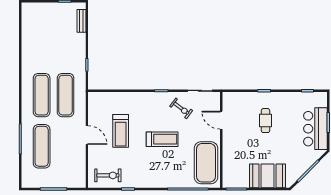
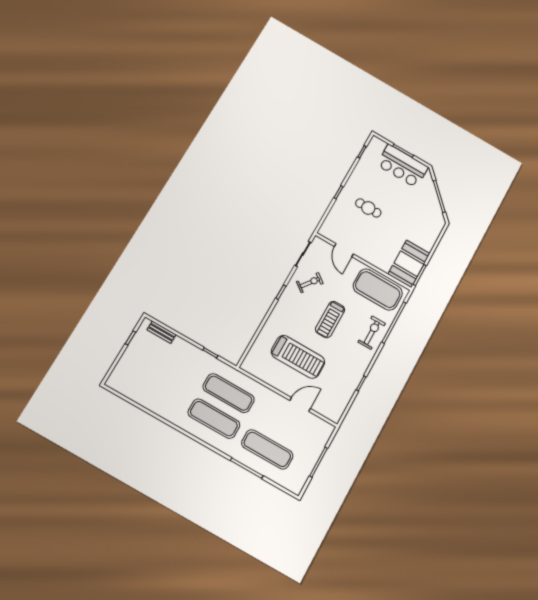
door: (221, 120) -> (344, 250), hinge flipped
treadmill: (121, 131) -> (298, 357), width x1.37, depth x1.38
door: (87, 135) -> (300, 405), moved
treadmill: (162, 139) -> (330, 319), turned 180
exercise bike: (108, 175) -> (372, 333), moved
booth: (267, 176) -> (409, 264), moved

